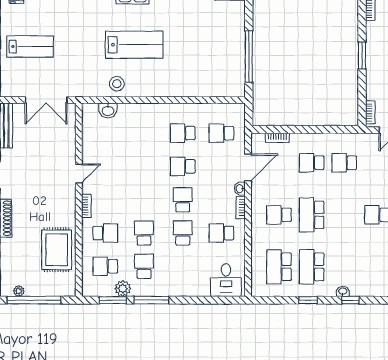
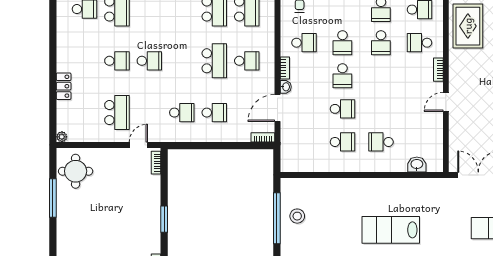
stool: (117, 84) -> (297, 216), moved
school desk: (221, 133) -> (381, 142), moved, turned 180
bookcase: (277, 138) -> (263, 137), moved

